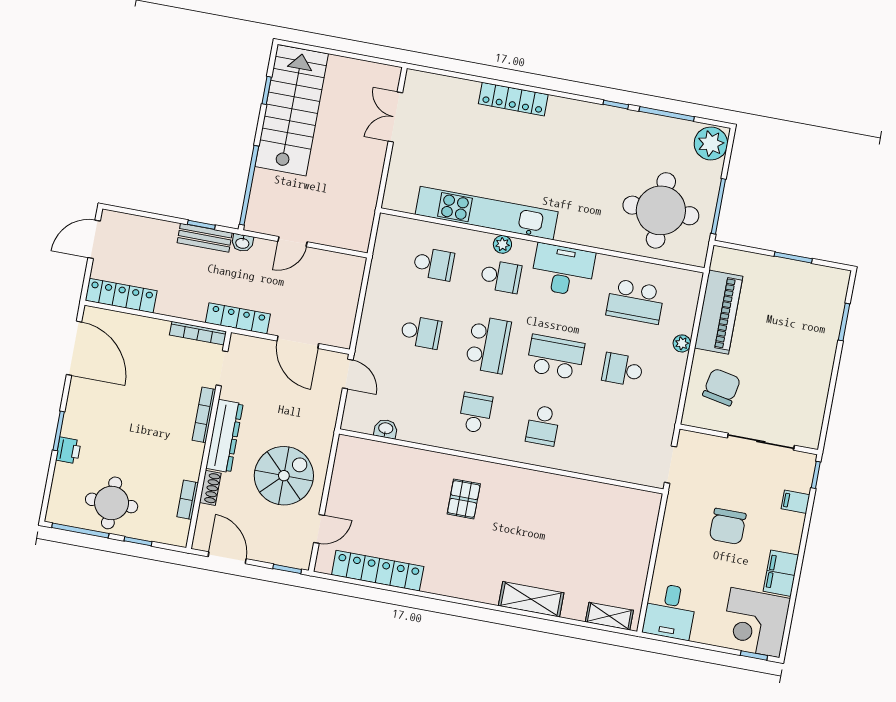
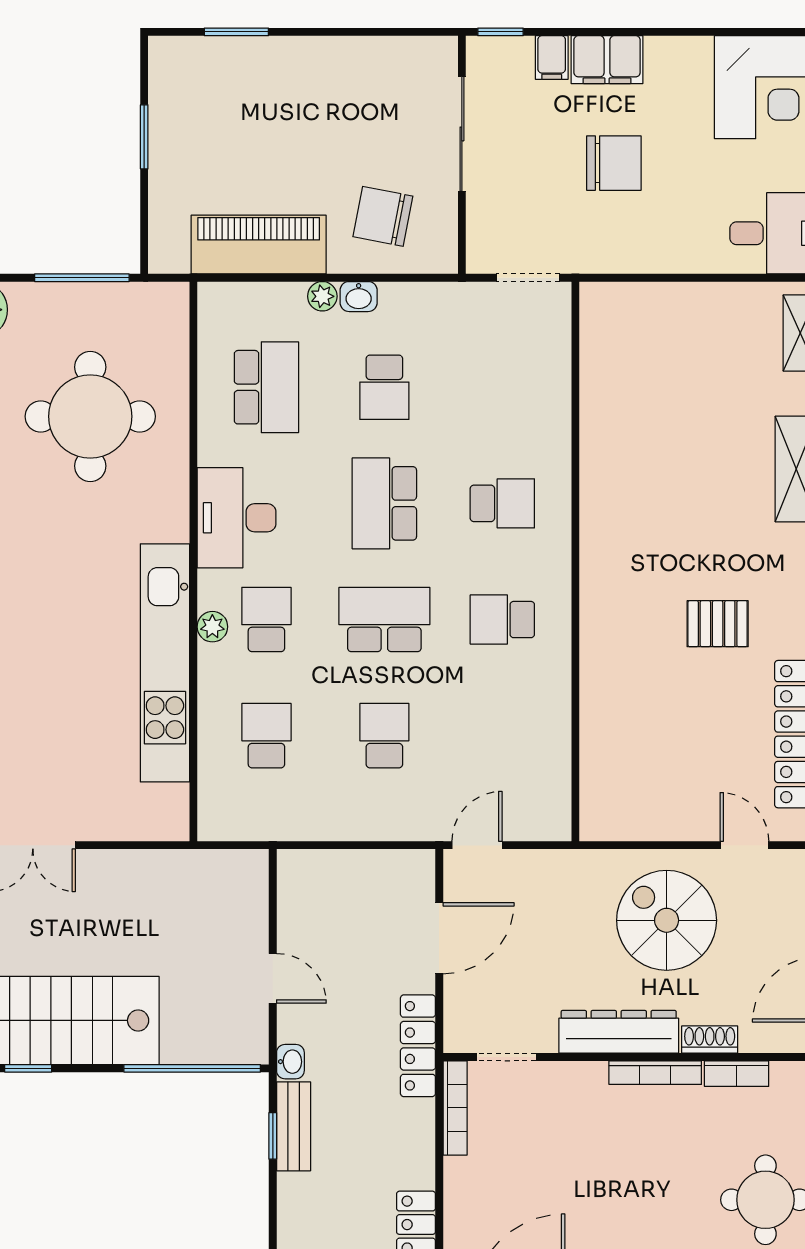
round table: (661, 210) -> (90, 416), moved
bookcase: (204, 415) -> (655, 1073), moved
washbasin: (386, 429) -> (359, 297), moved, turned -90
pallet: (464, 499) -> (718, 624), moved
filing cabinet: (781, 573) -> (607, 60), moved

